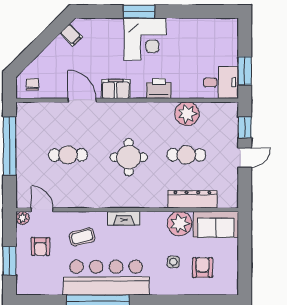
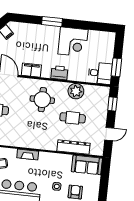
corner desk: (145, 39) -> (73, 42), moved
round table: (129, 157) -> (42, 100), moved
door: (245, 158) -> (109, 134), moved
plant: (180, 224) -> (64, 162), removed

